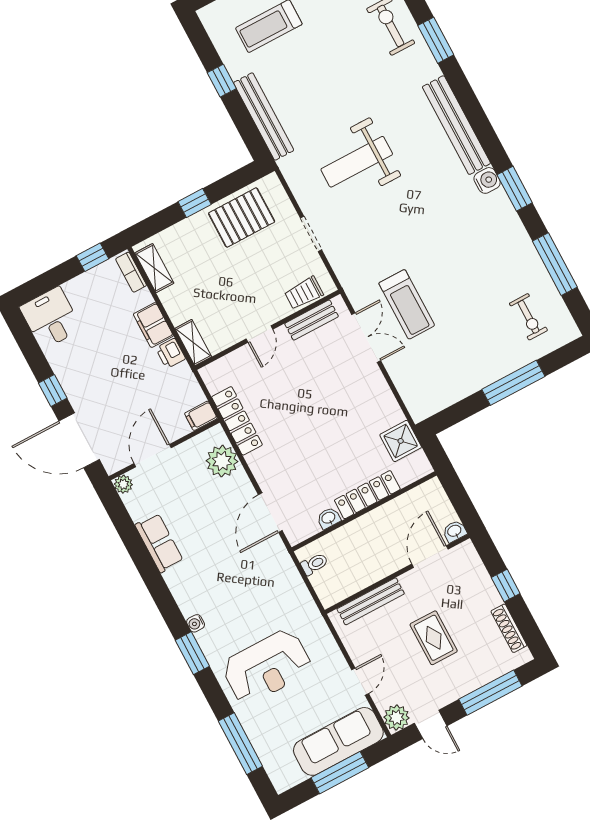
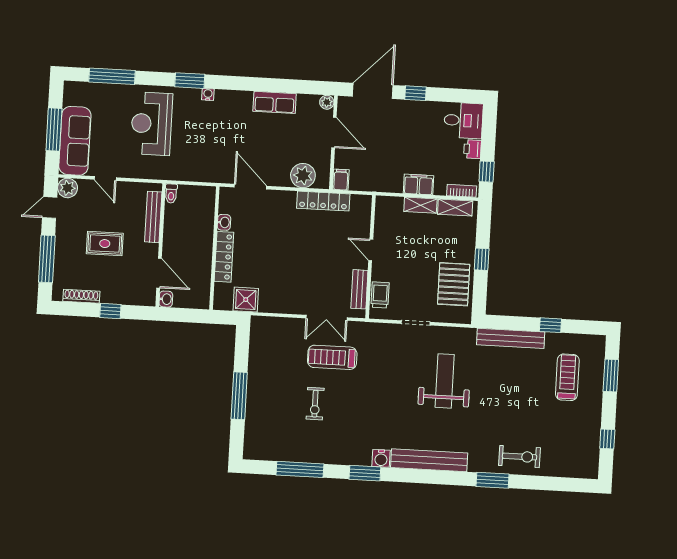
exercise bike: (528, 317) -> (315, 404), moved, turned -90
shelving: (193, 343) -> (420, 205), moved
printer: (171, 353) -> (472, 149), moved, turned -90
toilet: (314, 564) -> (171, 194), moved

